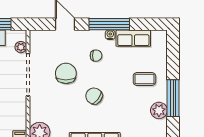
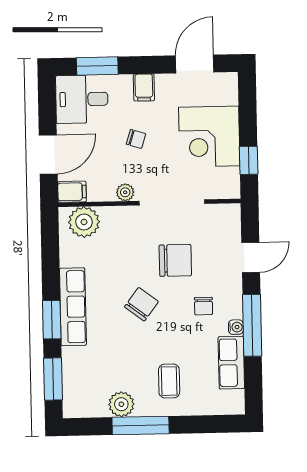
plant: (21, 47) -> (125, 192), moved

